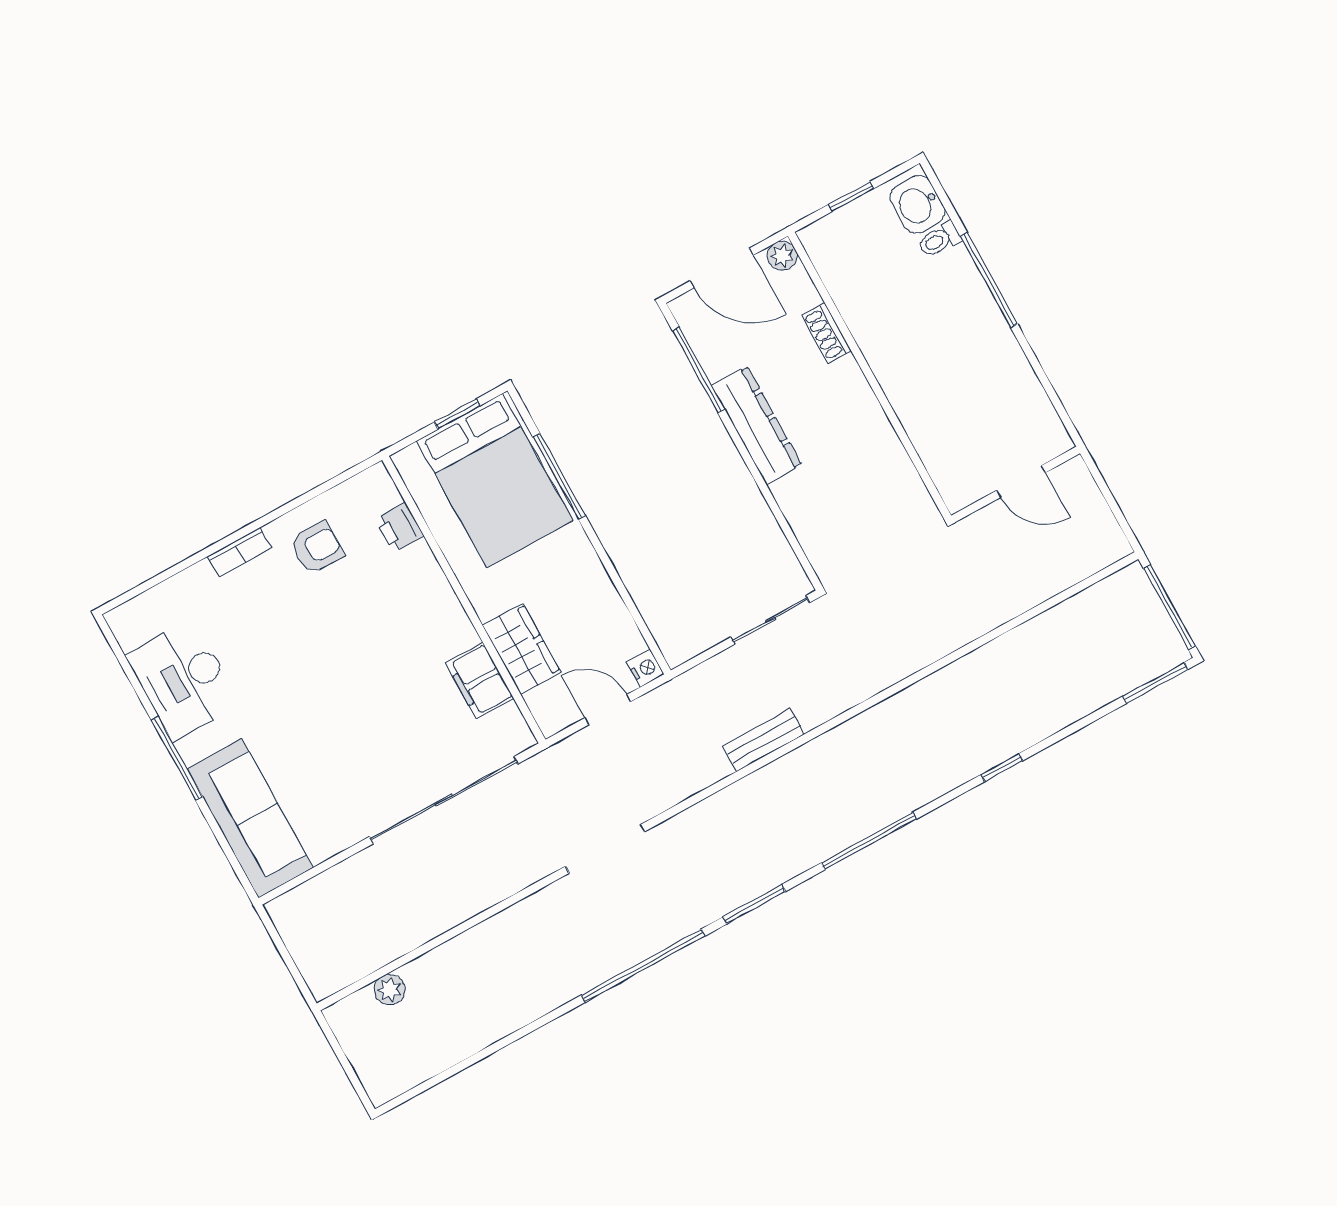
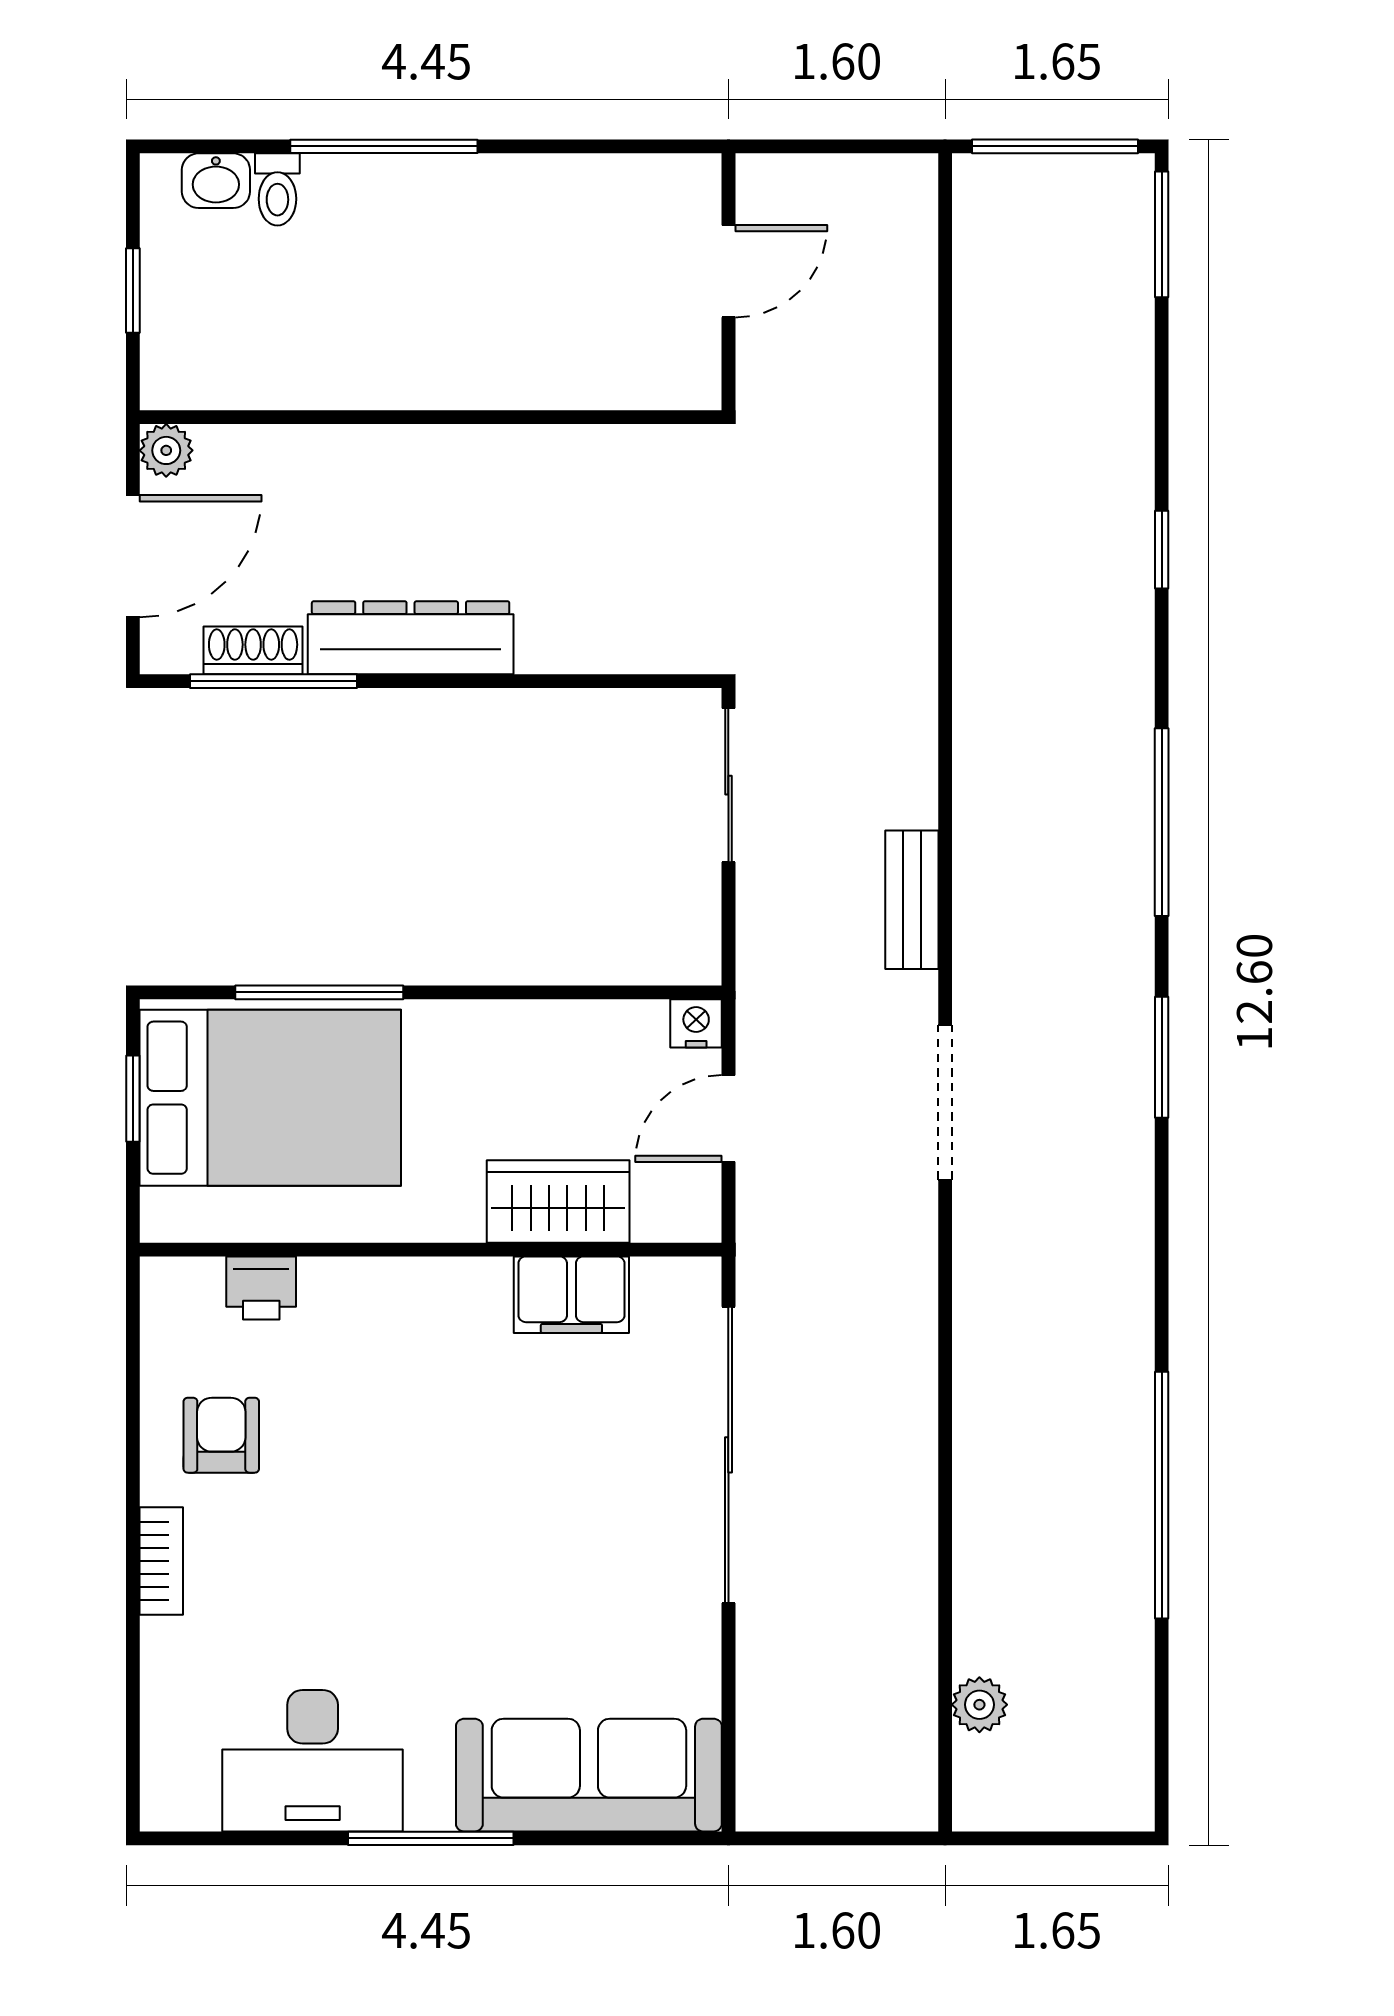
washbasin: (918, 204) -> (216, 181), width x0.72, depth x0.69
shoe rack: (826, 333) -> (253, 650), moved, turned 180
doorway: (605, 849) -> (945, 1102), moved
window: (643, 966) -> (1162, 1495), moved

